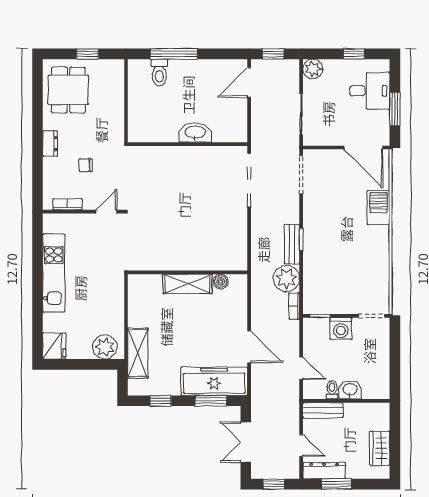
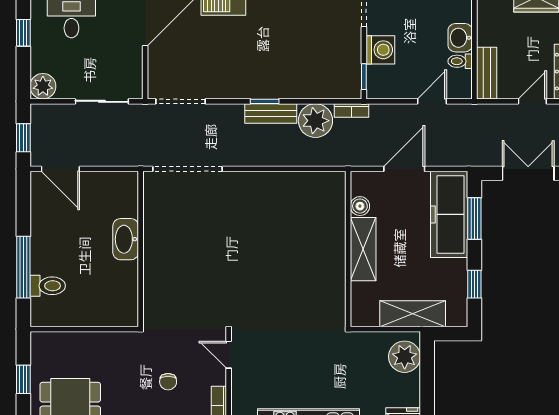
wall: (188, 272) -> (348, 249), moved
boiler: (221, 281) -> (360, 206), moved
shelving: (188, 284) -> (363, 249), moved
double door: (246, 442) -> (528, 173), swing flipped

